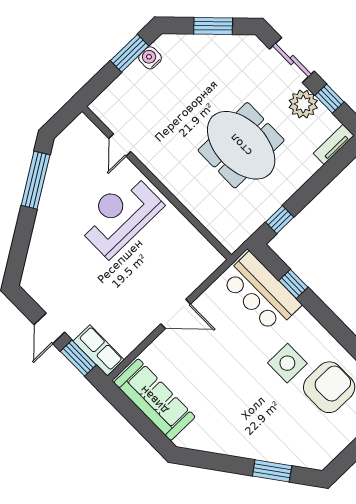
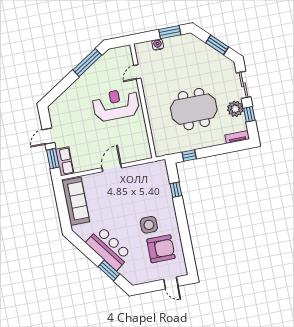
water cooler: (150, 58) -> (158, 45), moved
meeting table: (241, 145) -> (194, 109), turned 90
bar counter: (261, 292) -> (109, 248), moved, turned 144
door: (176, 314) -> (112, 168), swing flipped

